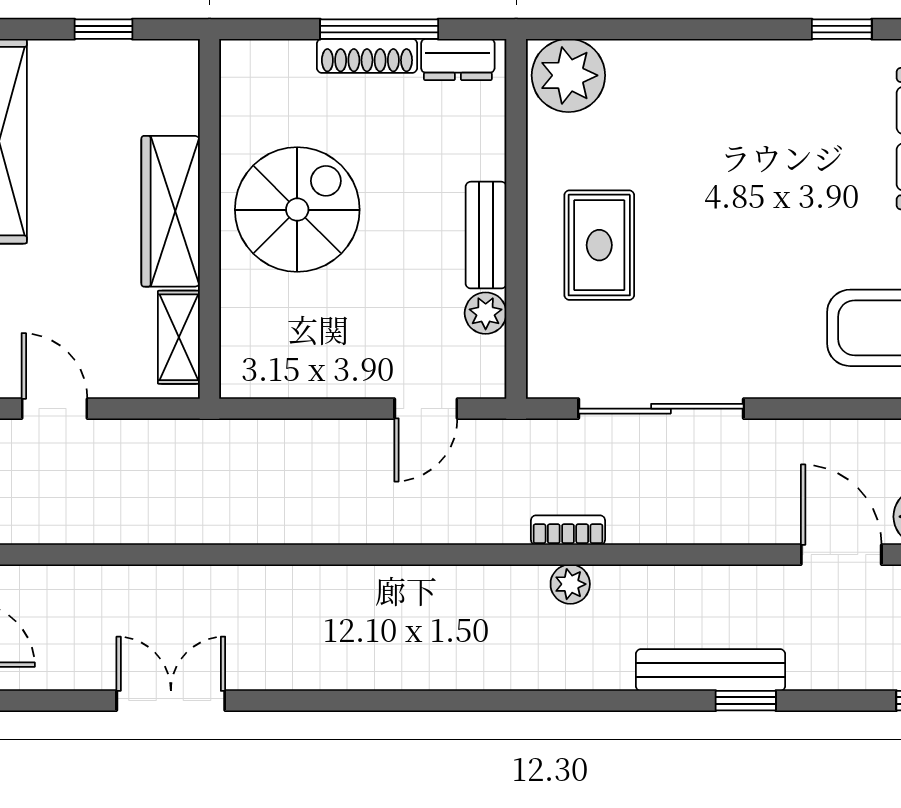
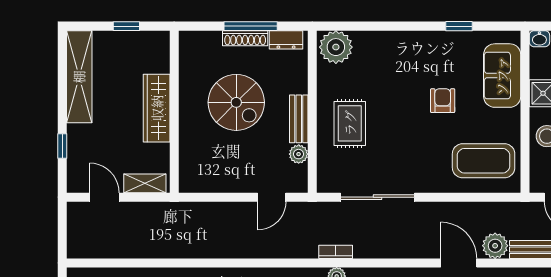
armchair: (805, 194) -> (443, 101), added
spiral stairs: (297, 210) -> (236, 102), moved, turned 90
shelving: (179, 337) -> (145, 183), moved, turned 90

